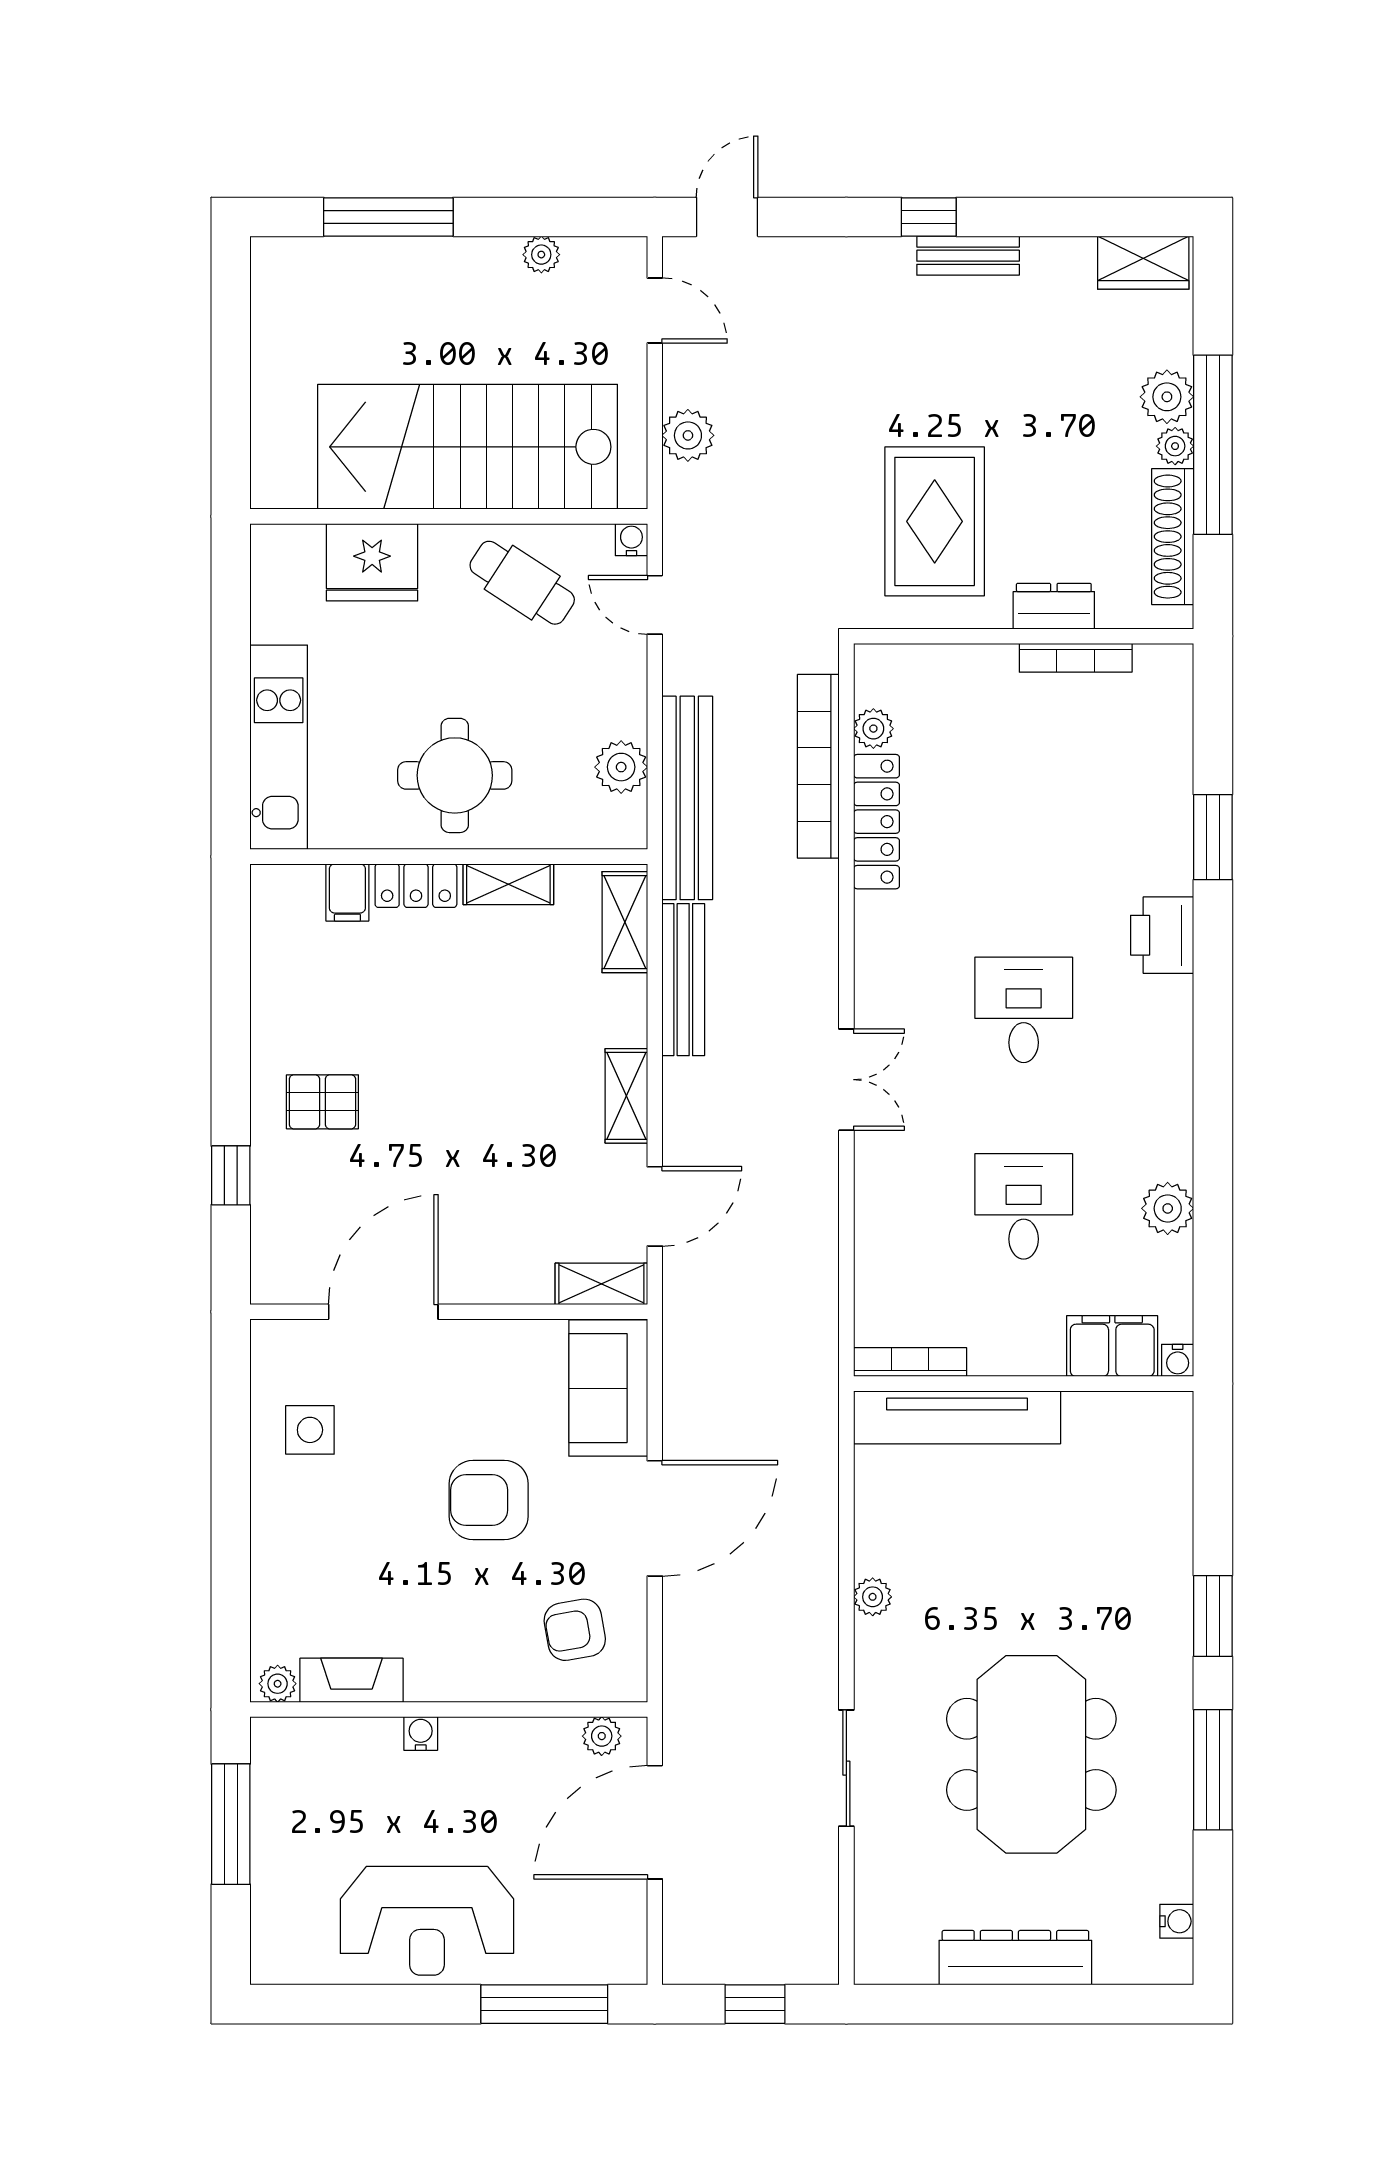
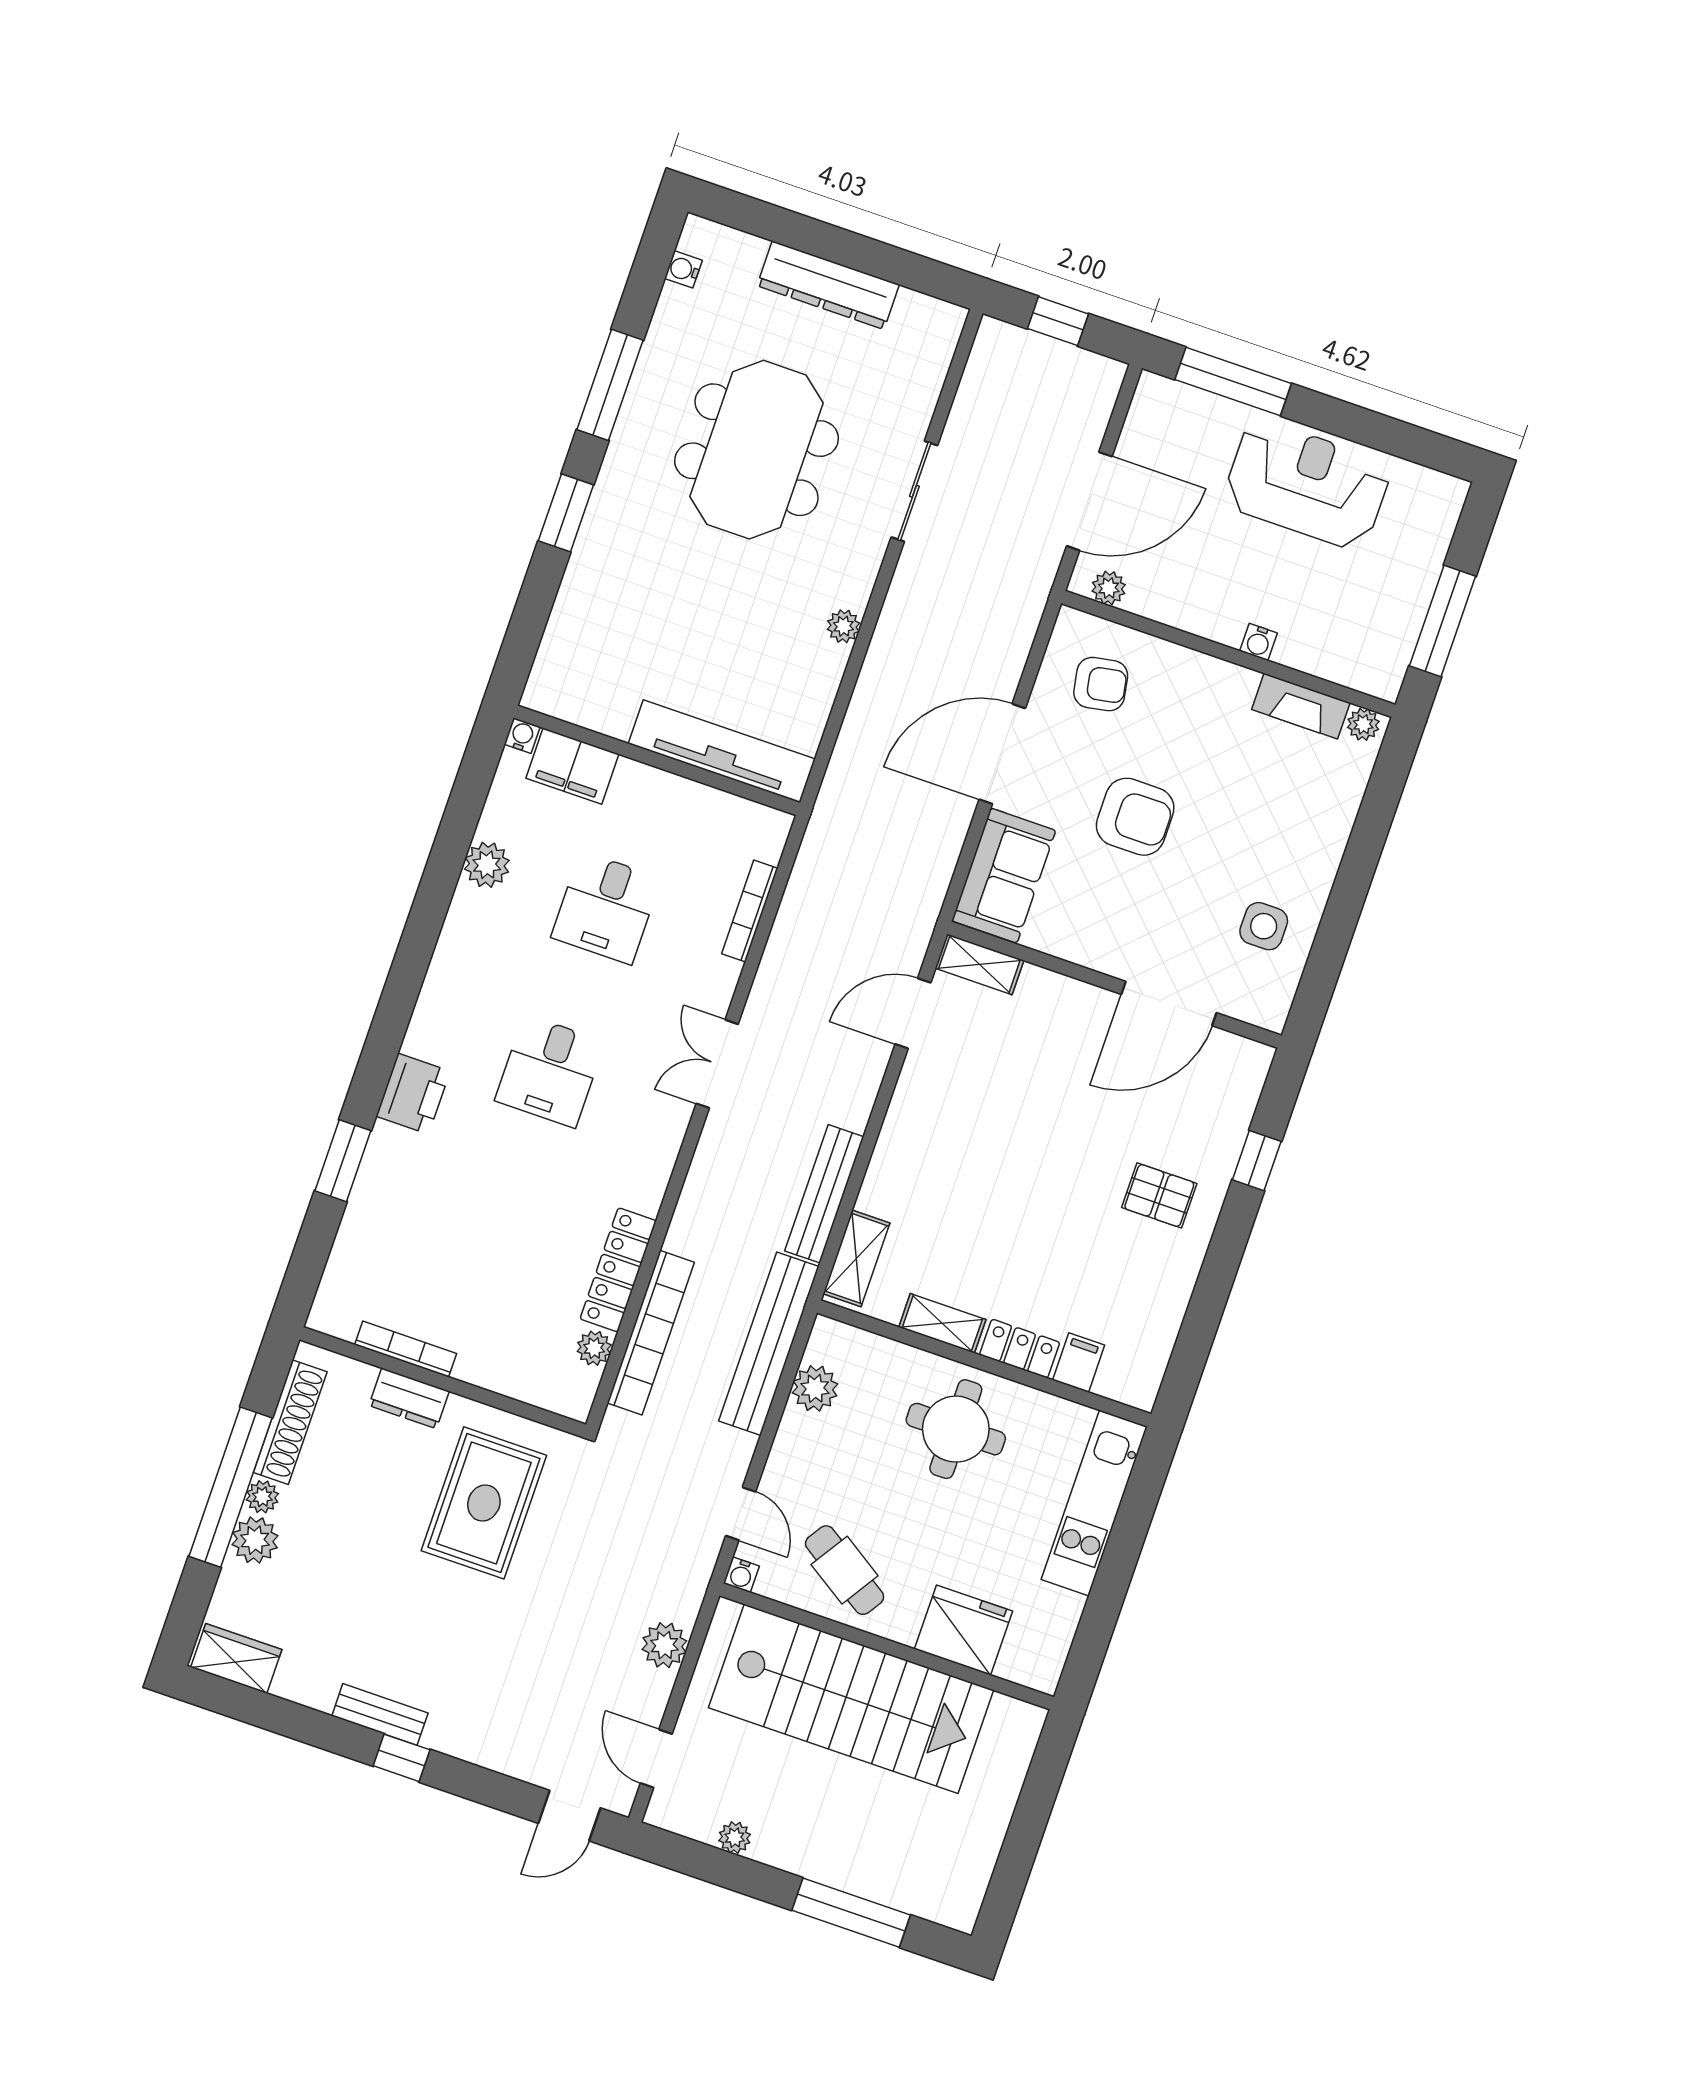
shelving: (626, 1096) -> (905, 1113), removed
bookcase: (910, 1362) -> (750, 911), moved, turned 90

